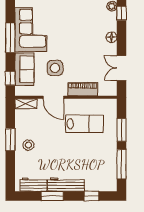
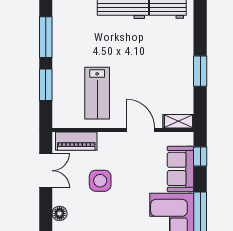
side table: (55, 68) -> (100, 181), moved
piano: (83, 89) -> (76, 141), moved
lab bench: (84, 124) -> (97, 93), turned -90
stool: (28, 145) -> (175, 64), removed

